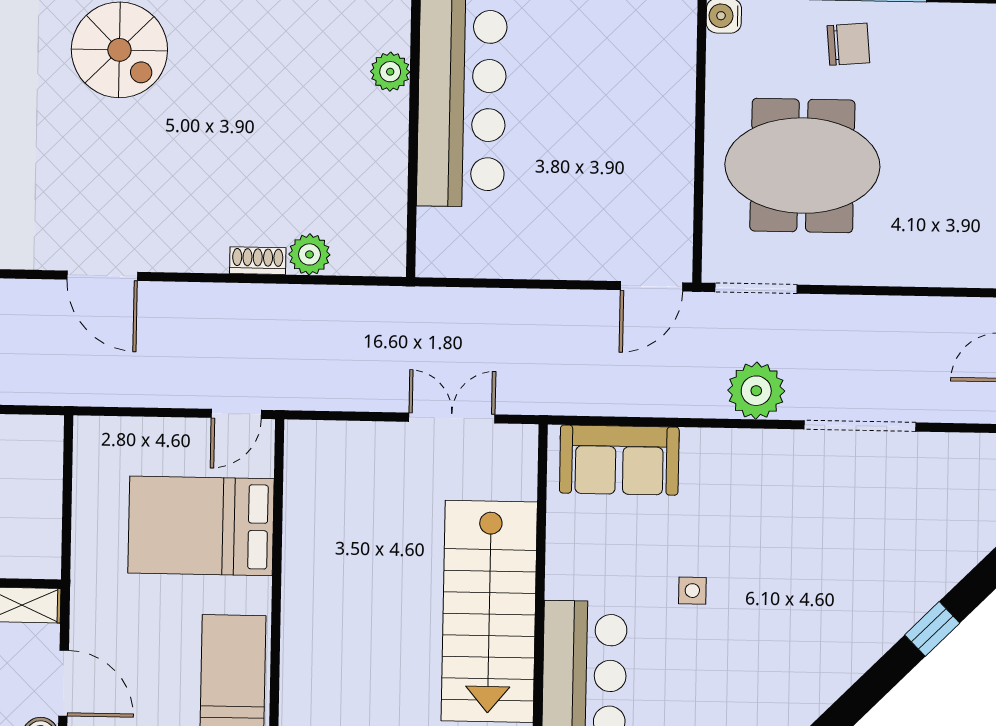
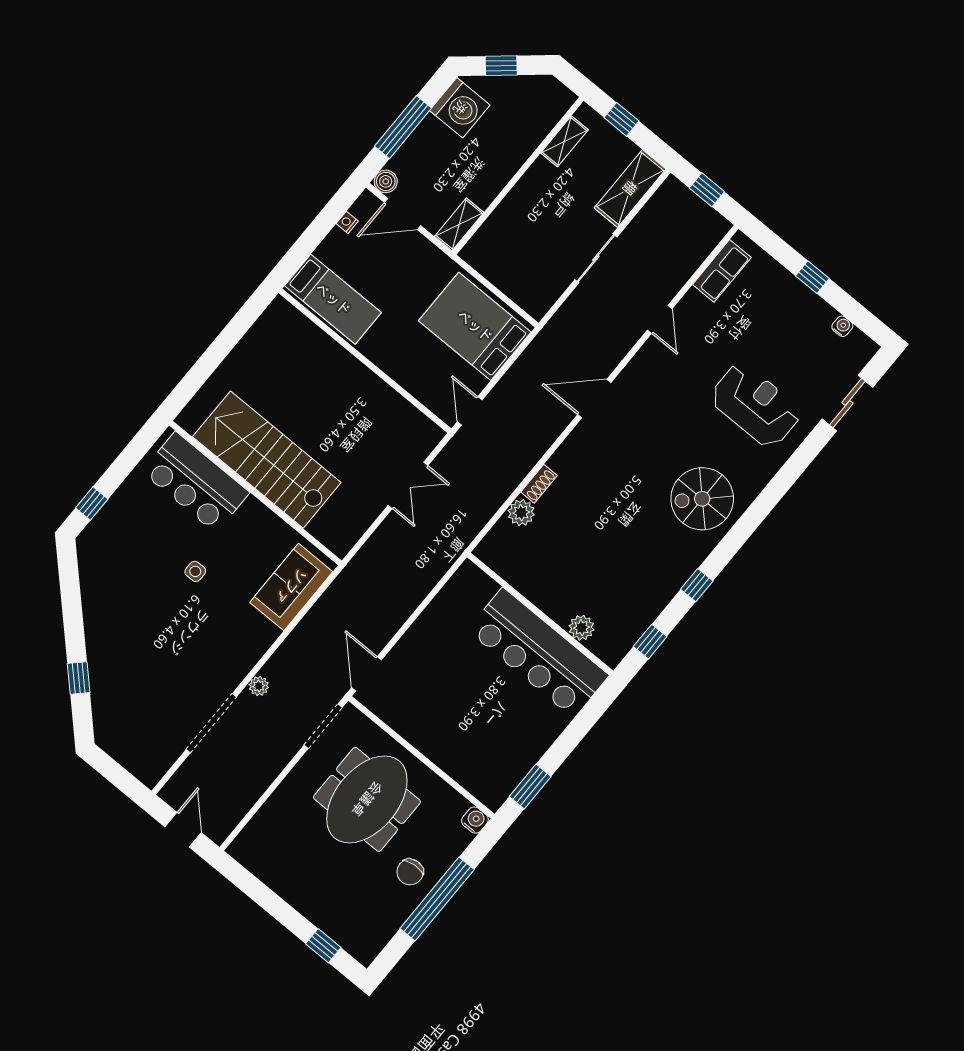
plant: (756, 391) -> (259, 686), width x0.53, depth x0.53
double door: (452, 418) -> (408, 485), moved
bed: (201, 526) -> (475, 326), moved, turned -90

